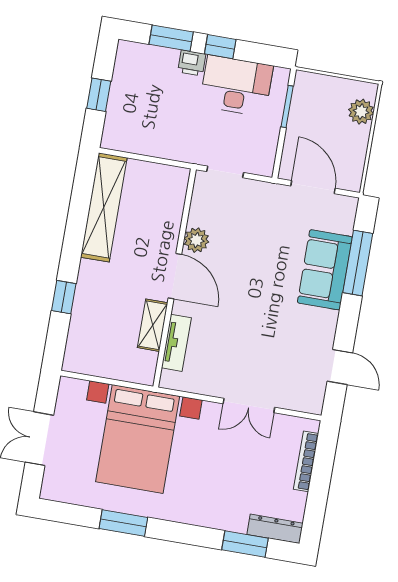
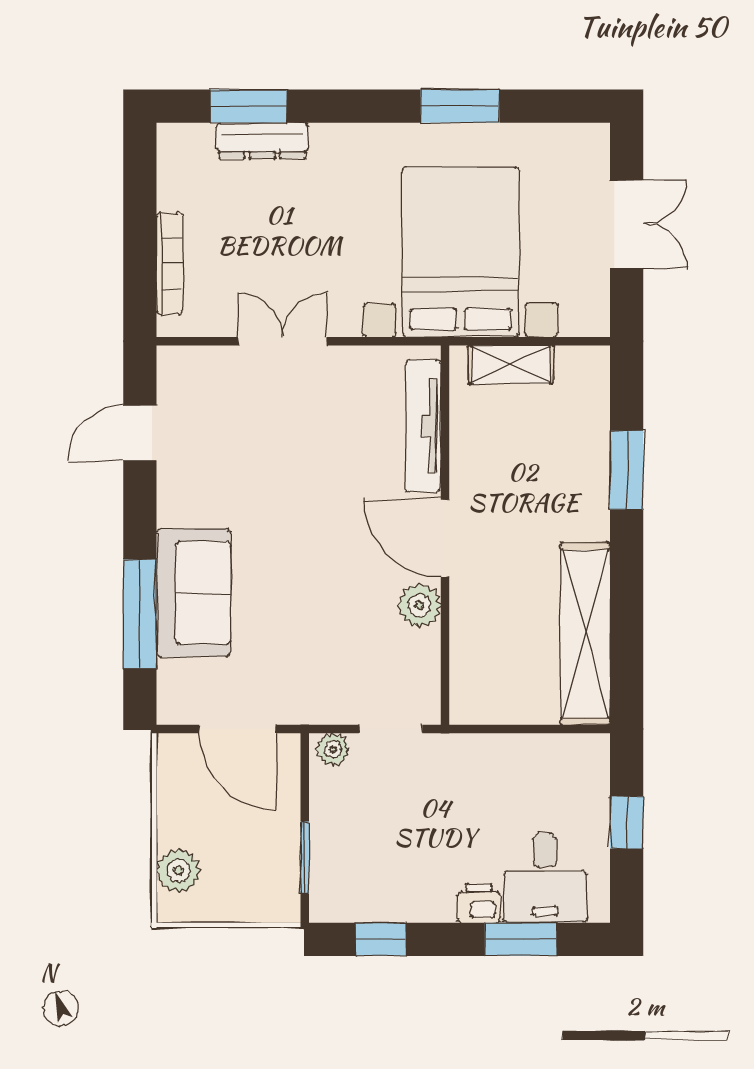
window: (220, 47) -> (381, 939), moved
desk: (236, 86) -> (545, 878), moved, width x0.73
plant: (260, 166) -> (333, 749), added
window: (64, 297) -> (627, 470), width x1.50
shelving: (153, 325) -> (511, 364), moved, turned 90
tv unit: (176, 343) -> (423, 426), width x1.41
door: (340, 367) -> (140, 433), hinge flipped
dresser: (275, 529) -> (262, 140), moved

